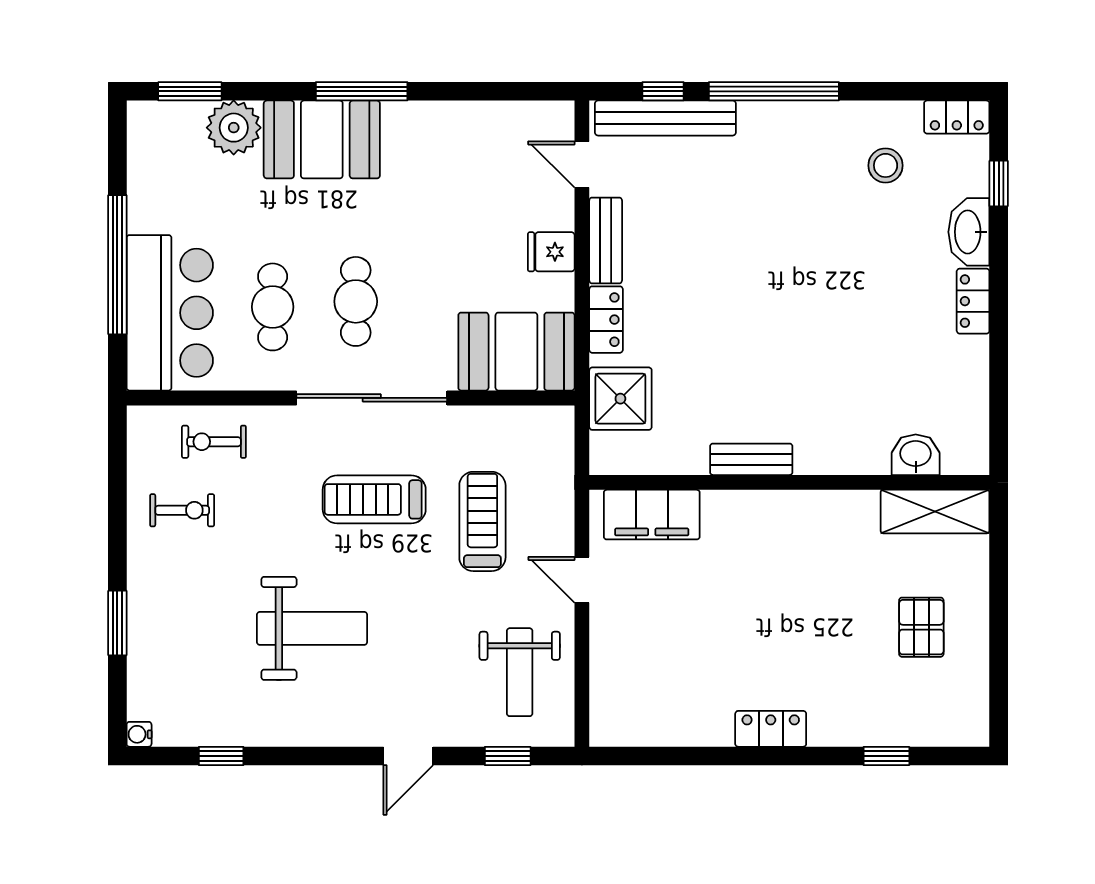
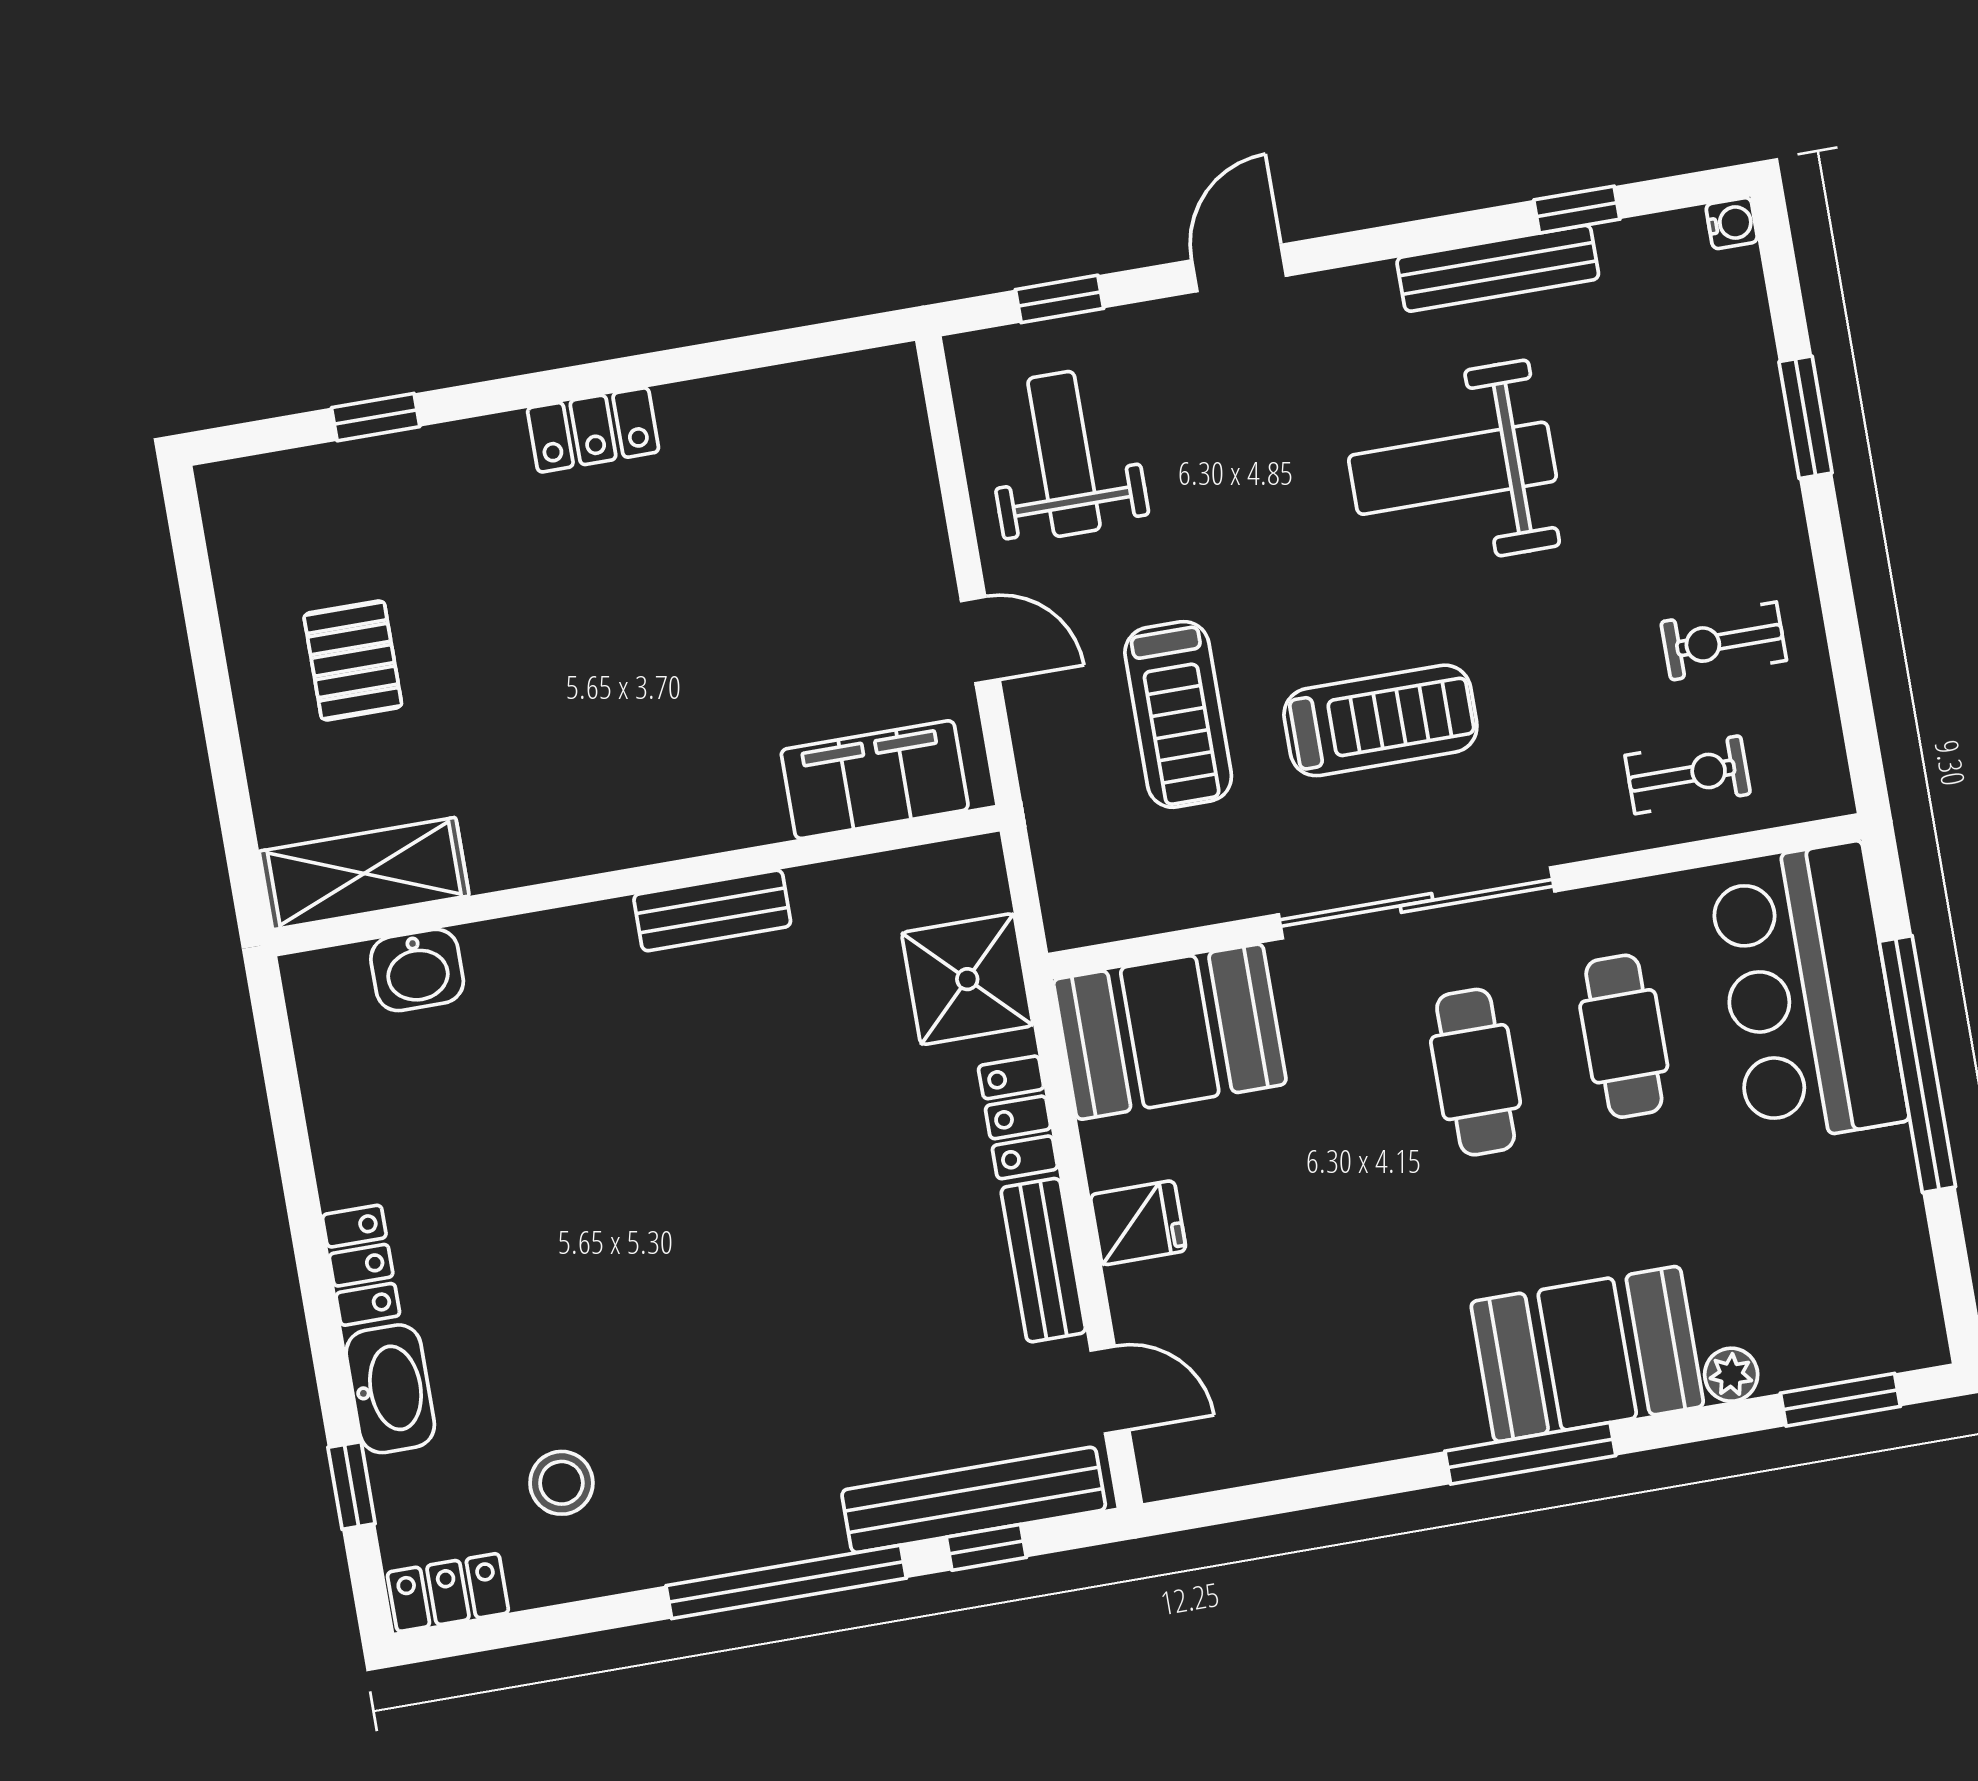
plant: (234, 128) -> (1731, 1375), width x0.53, depth x0.53
bench: (269, 732) -> (1498, 268), added

